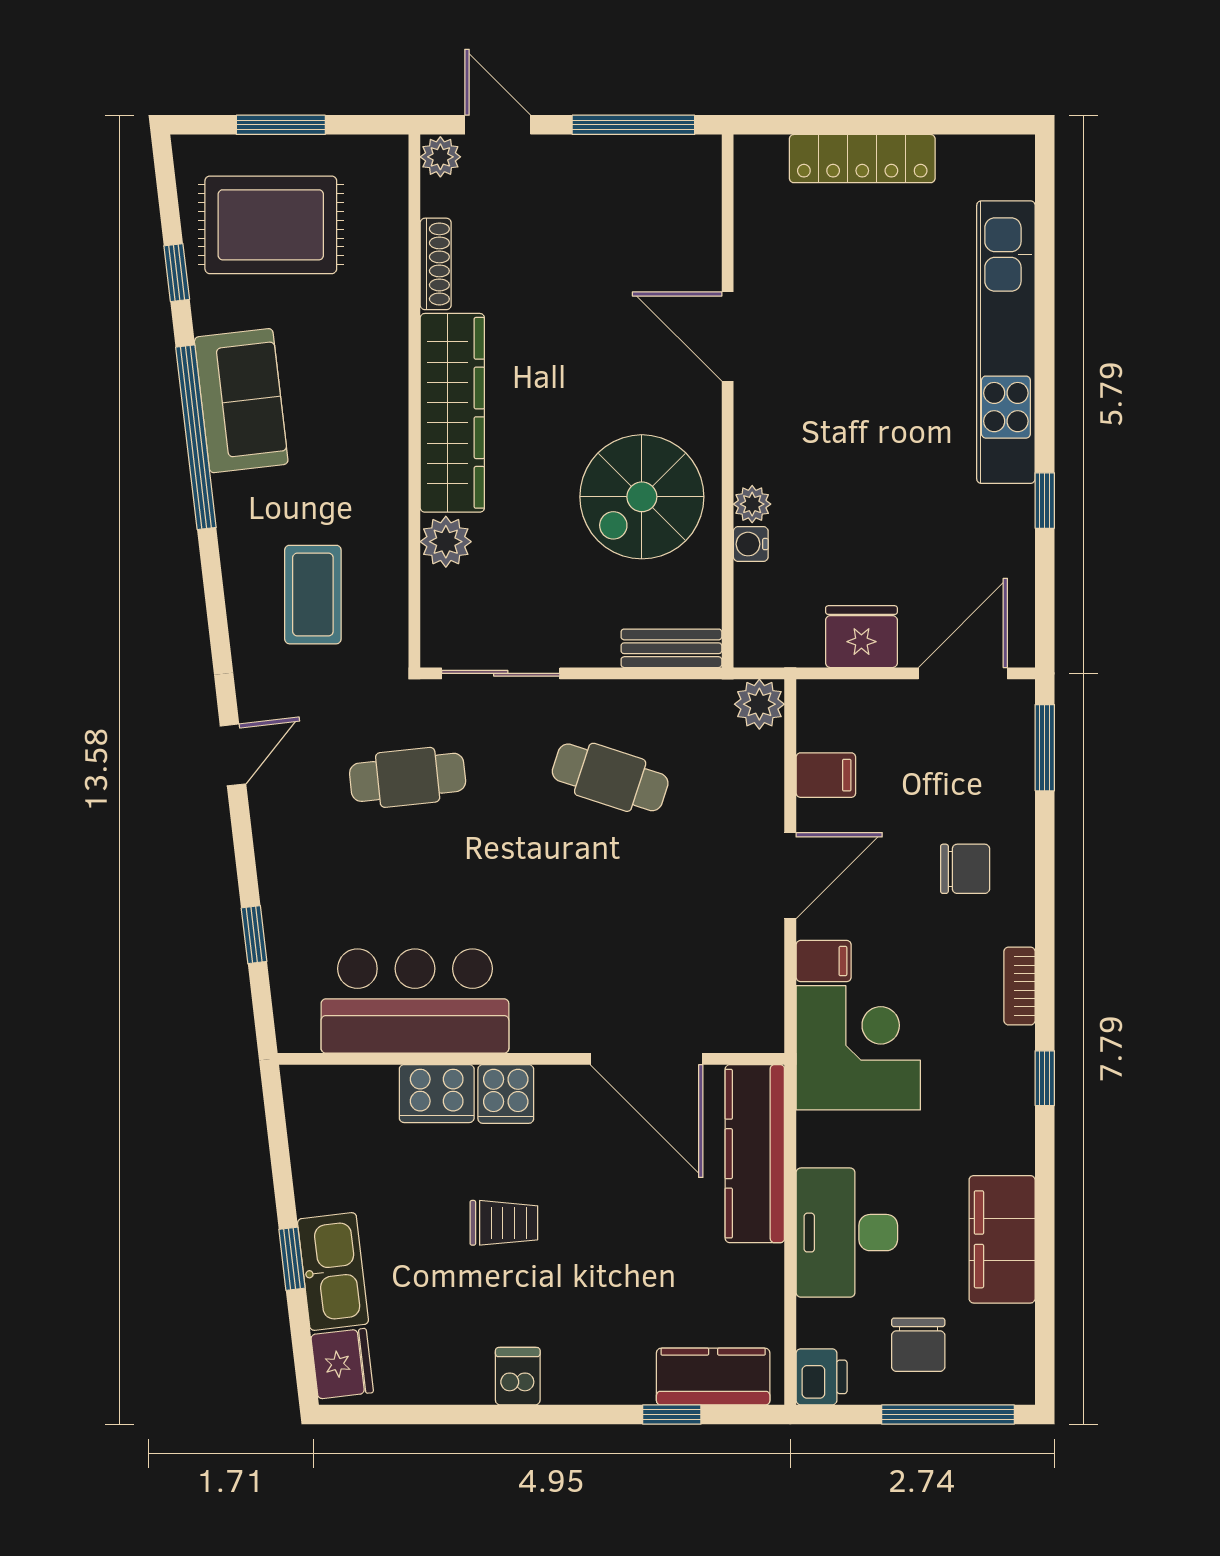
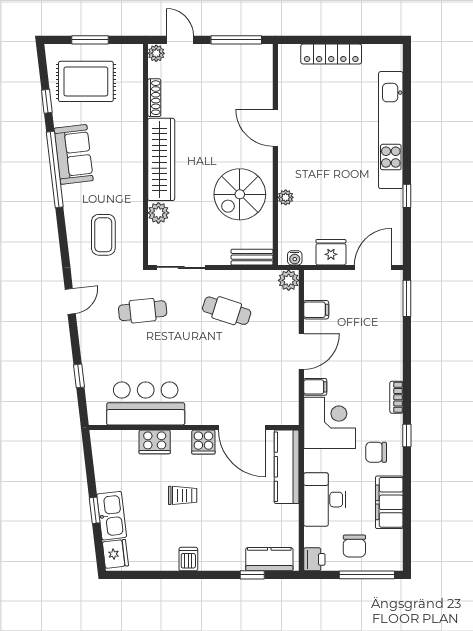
water cooler: (751, 544) -> (295, 258), moved, turned -90
chair: (965, 869) -> (376, 452), moved, turned 180
cooker: (506, 1094) -> (203, 442), moved

